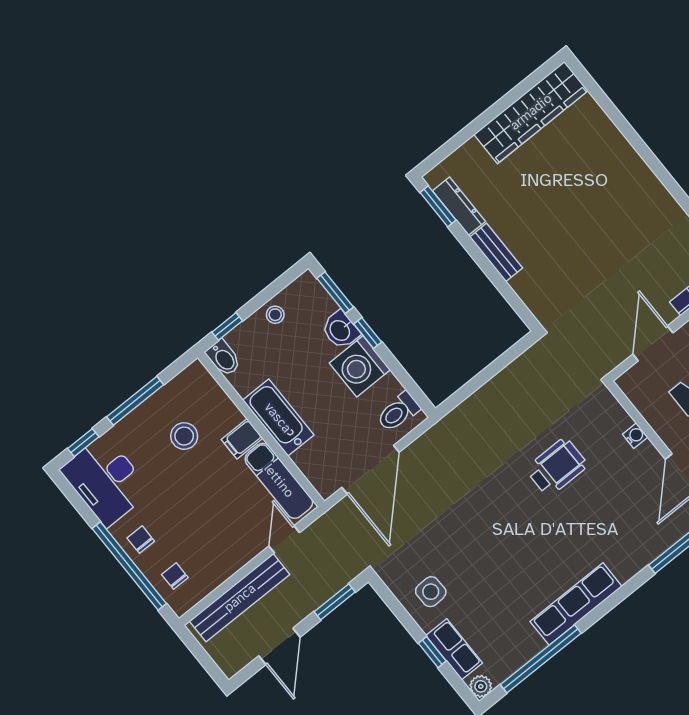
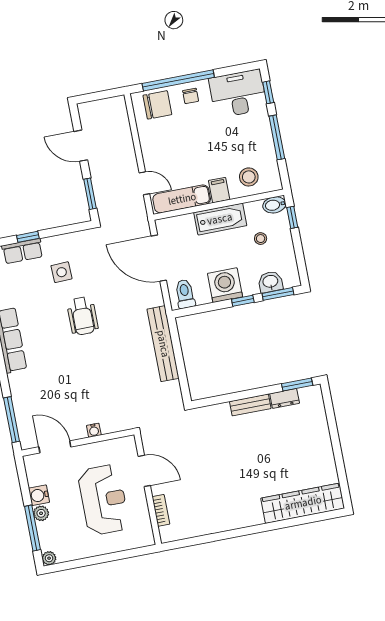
wardrobe: (531, 112) -> (303, 503), moved, turned 90
dresser: (459, 206) -> (285, 398), width x0.70
stool: (275, 315) -> (261, 239), moved
washbasin: (340, 330) -> (270, 282), moved
stool: (184, 436) -> (249, 177), moved
wheelchair: (557, 467) -> (83, 316), moved
chair: (141, 540) -> (191, 96), turned 90
chair: (175, 576) -> (157, 105), width x1.87, depth x1.87
side table: (431, 592) -> (62, 272), moved
bench: (240, 598) -> (163, 344), moved

